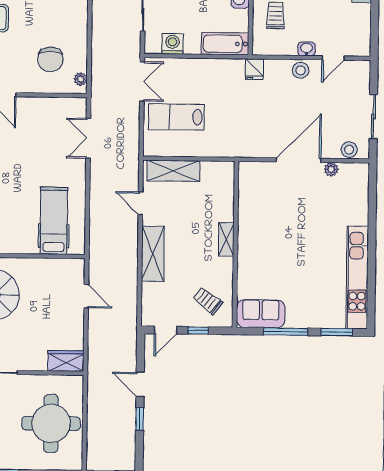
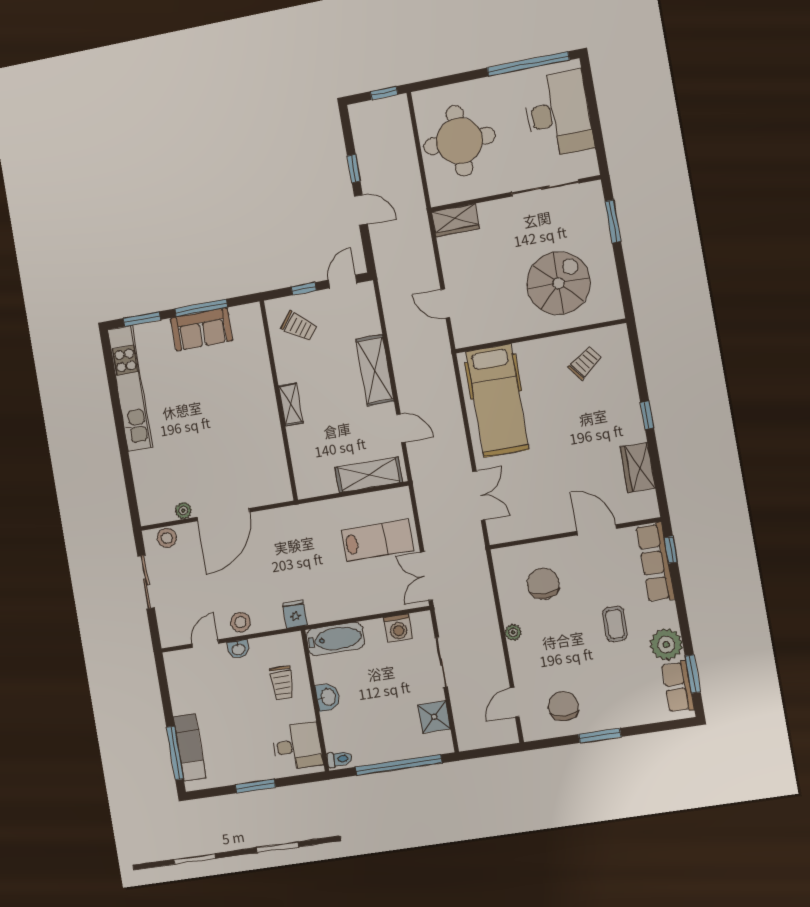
plant: (81, 79) -> (513, 632), moved
hospital bed: (54, 221) -> (497, 401), width x1.37, depth x1.29
sofa: (261, 314) -> (202, 329), moved

